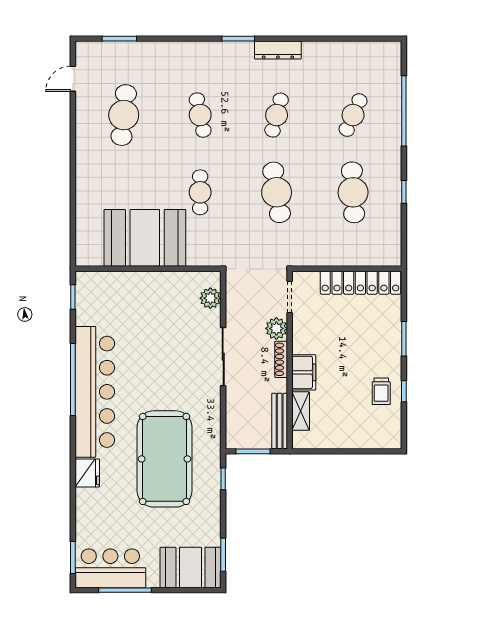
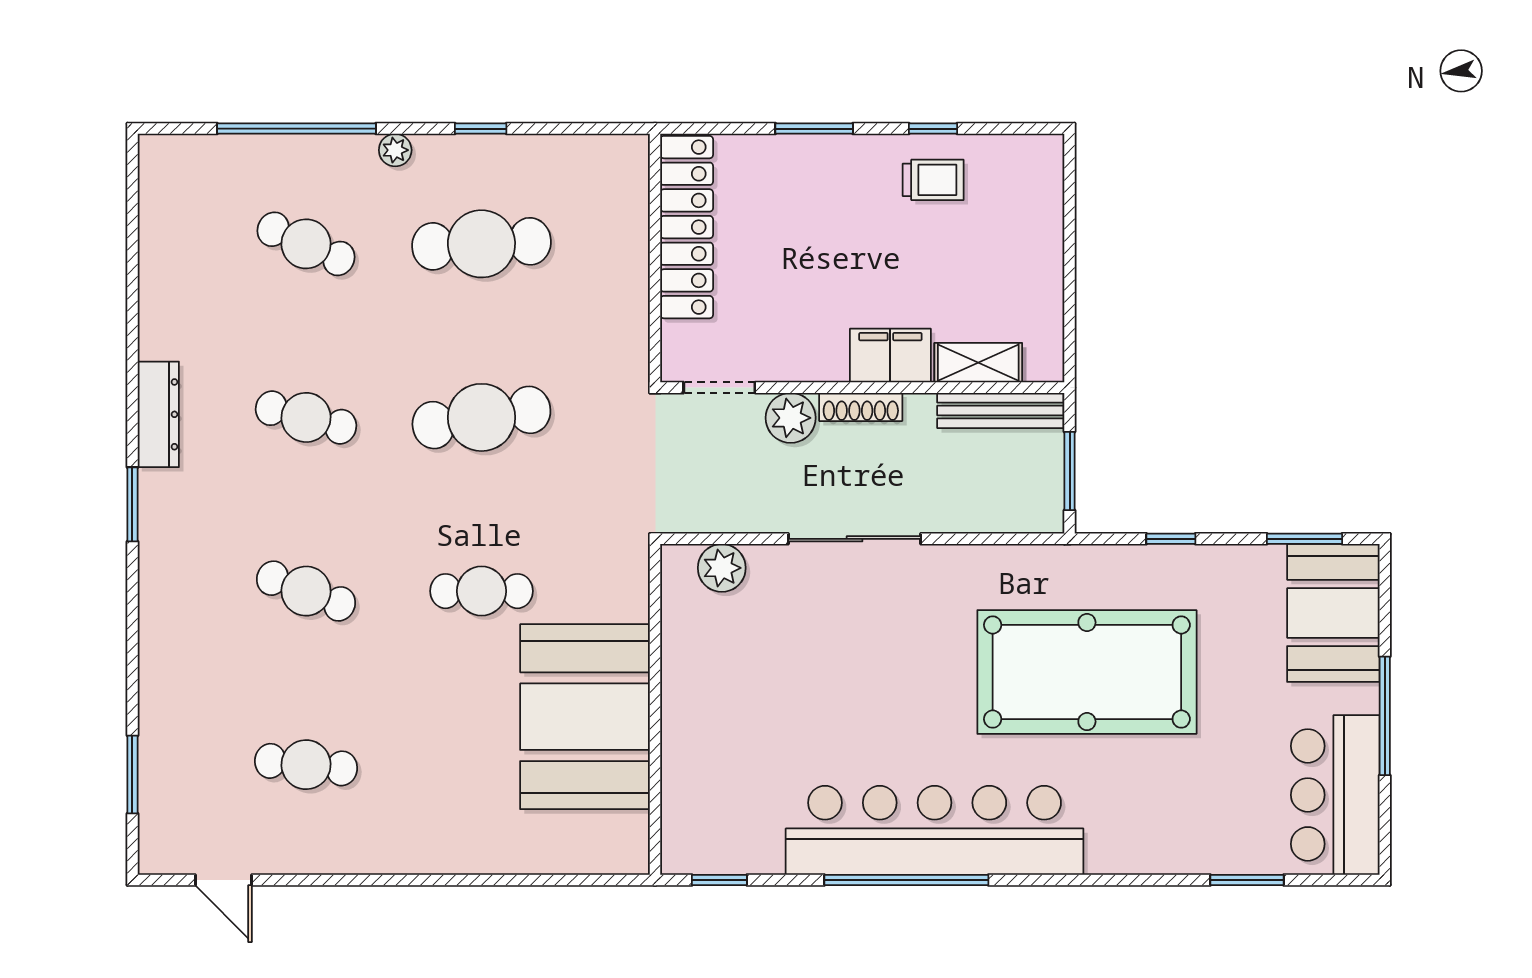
cafe table: (124, 115) -> (306, 765), width x0.73, depth x0.74
cafe table: (200, 115) -> (306, 591), turned 33
plant: (394, 154) -> (395, 150), added
fridge: (87, 473) -> (1119, 847), removed
window: (223, 479) -> (1171, 539), moved
window: (73, 558) -> (1247, 880), moved
window: (125, 590) -> (1385, 716), moved

